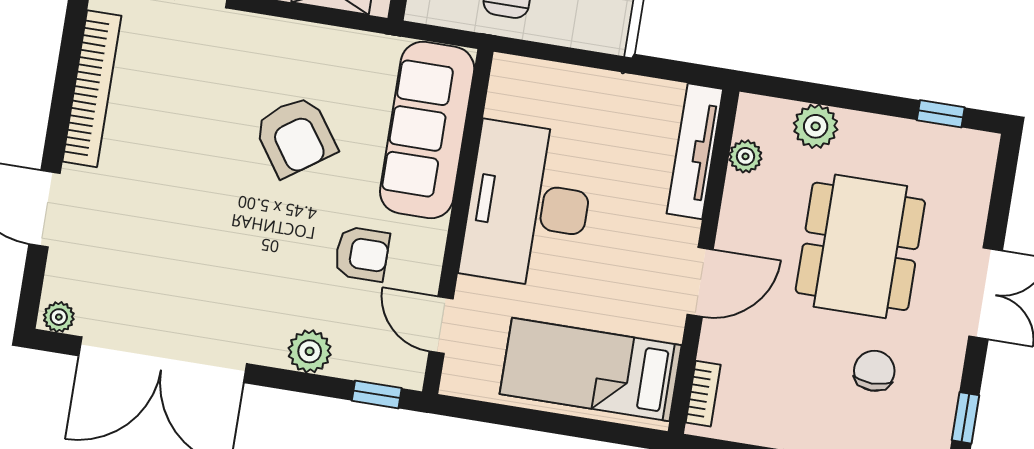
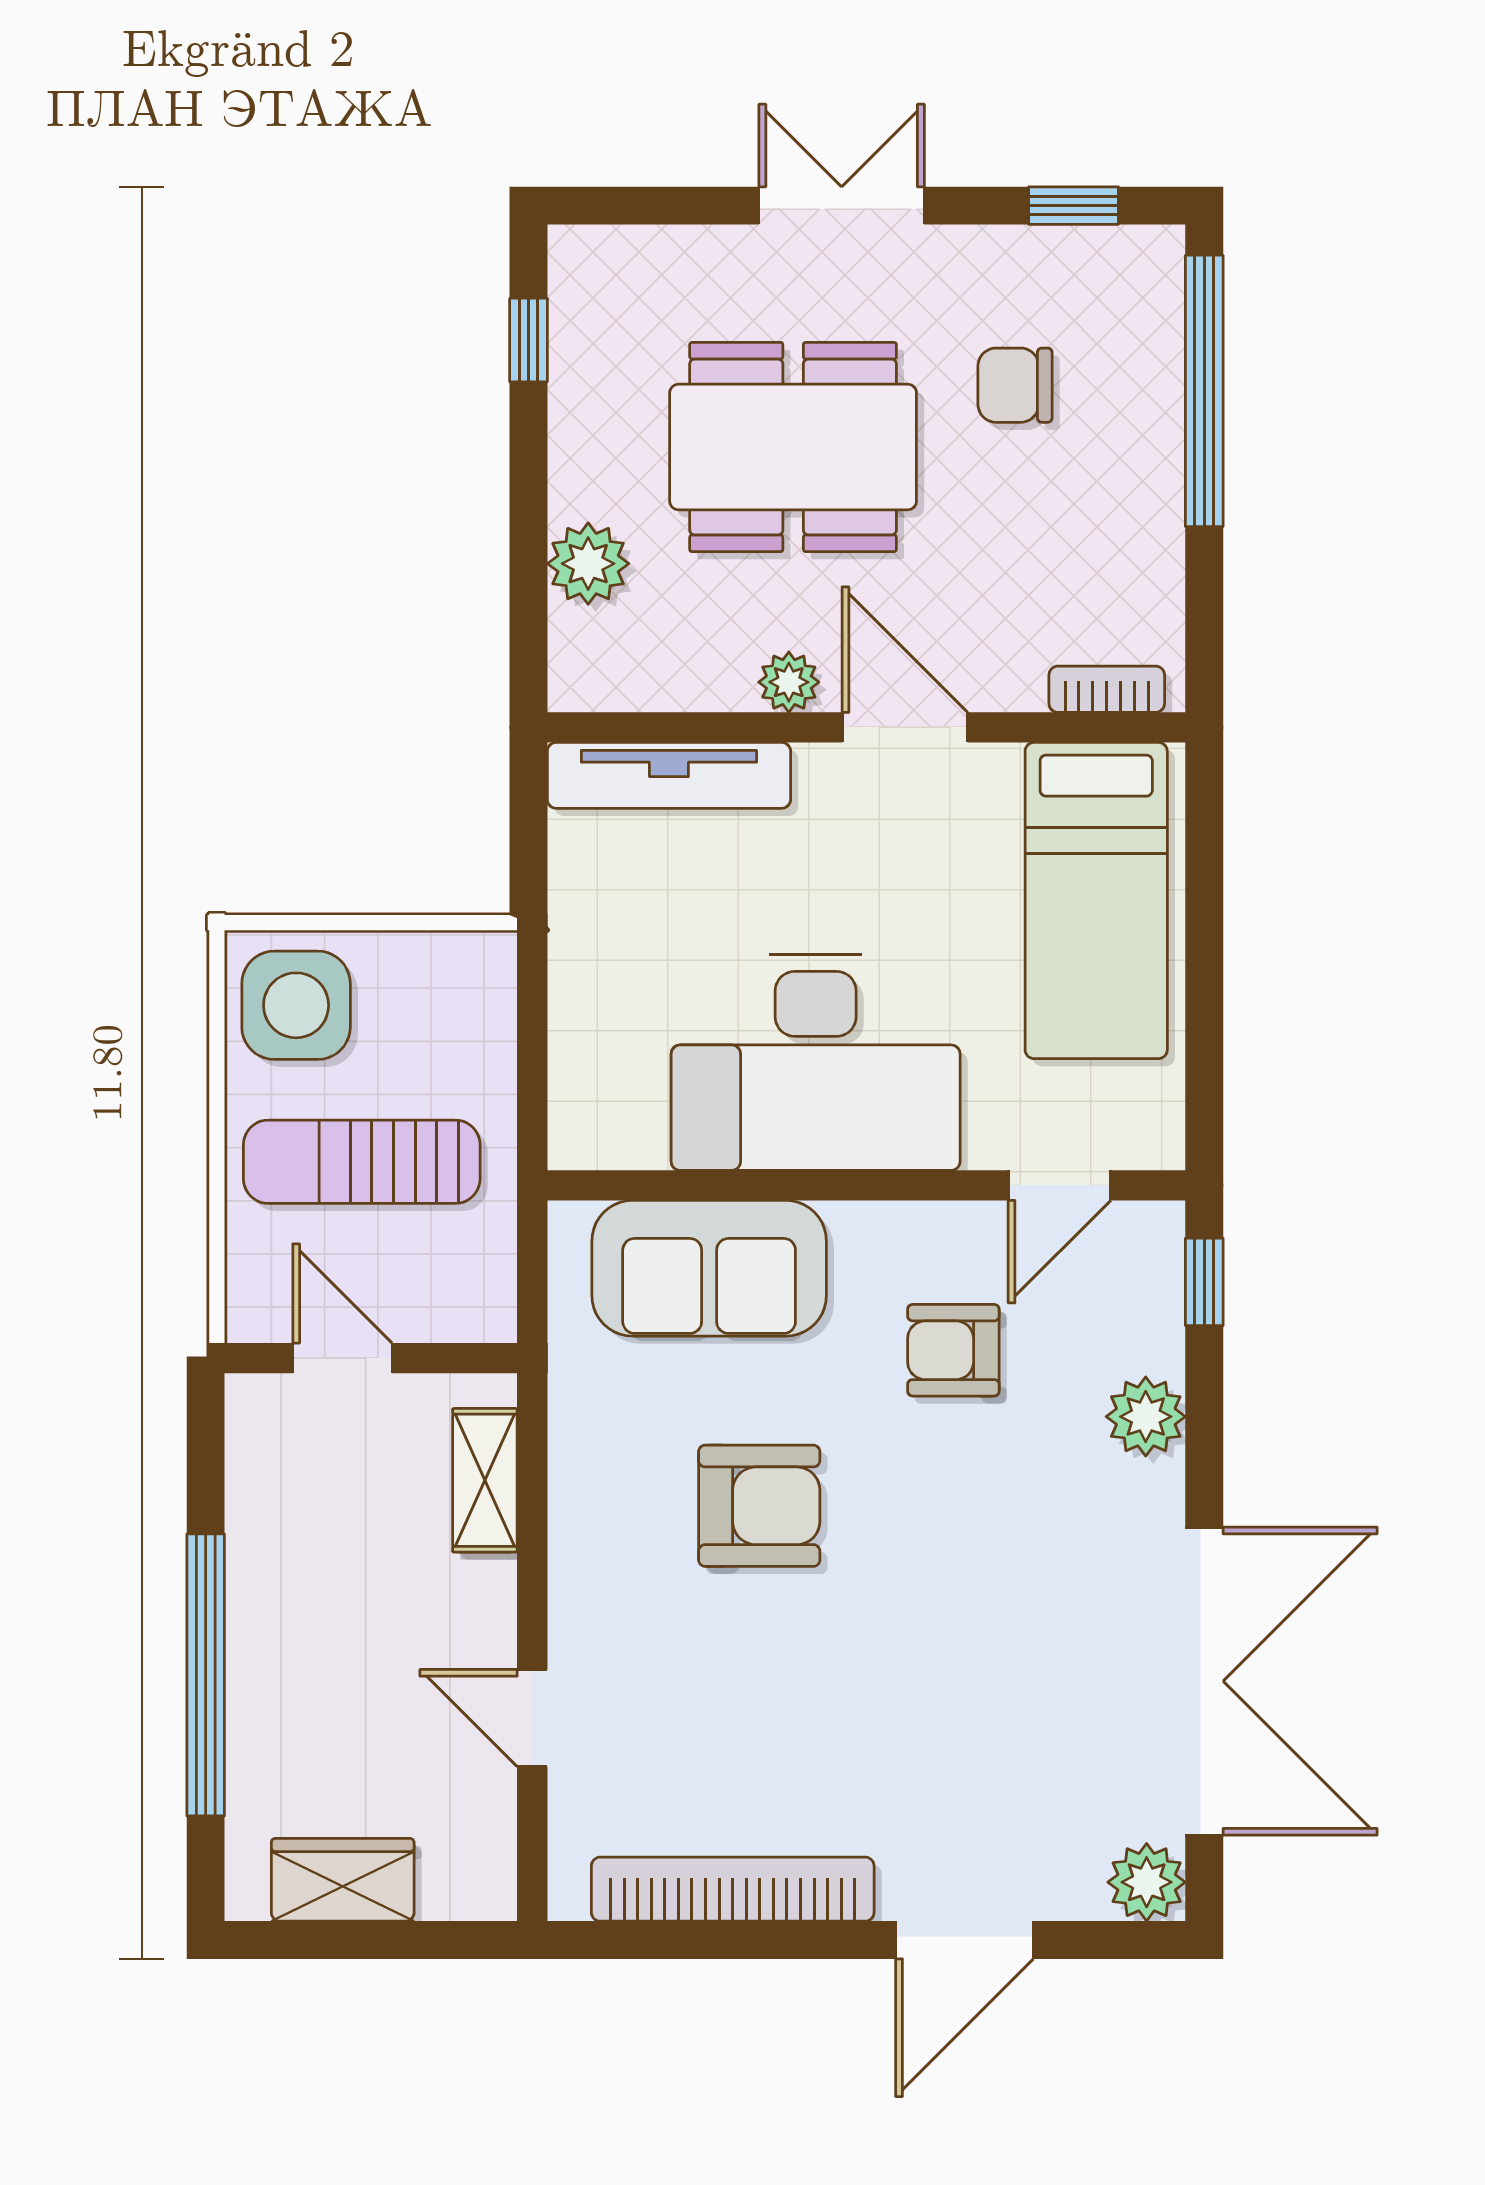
sofa: (427, 130) -> (709, 1268), width x0.73
armchair: (295, 136) -> (759, 1506), turned 35
plant: (745, 156) -> (789, 682), moved
armchair: (362, 254) -> (953, 1350), turned -90
plant: (59, 317) -> (1147, 1882), width x1.38, depth x1.38

